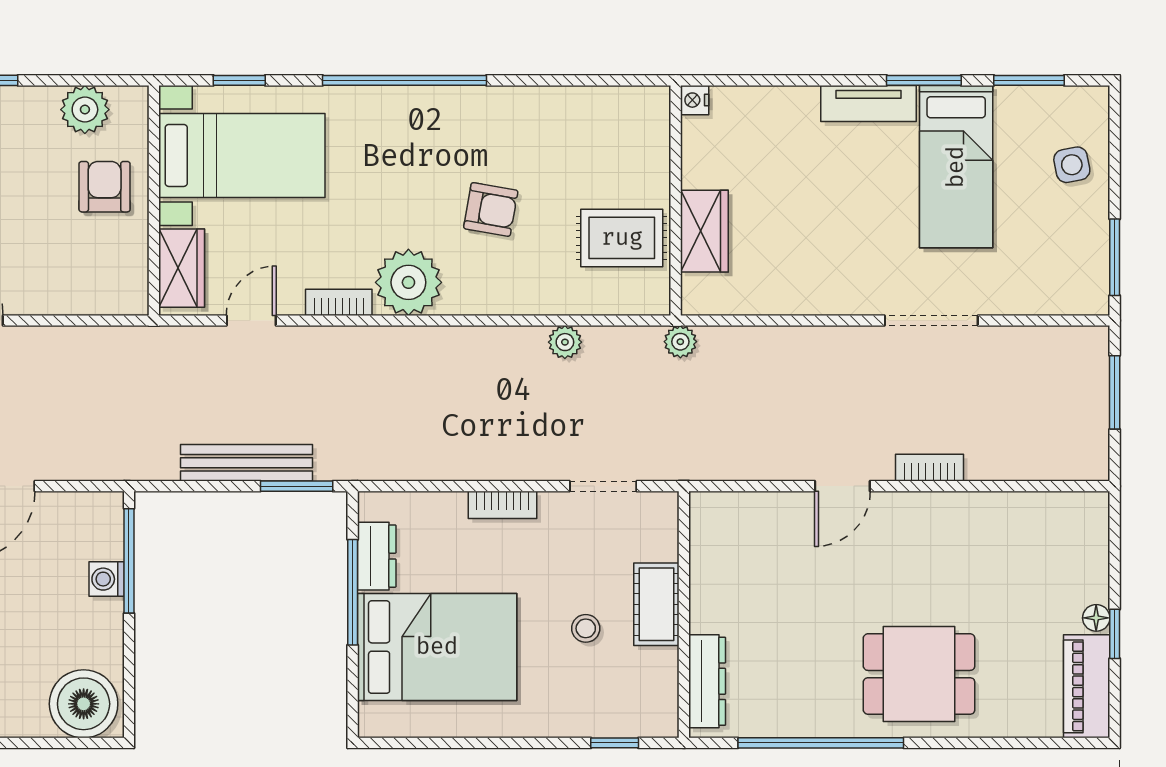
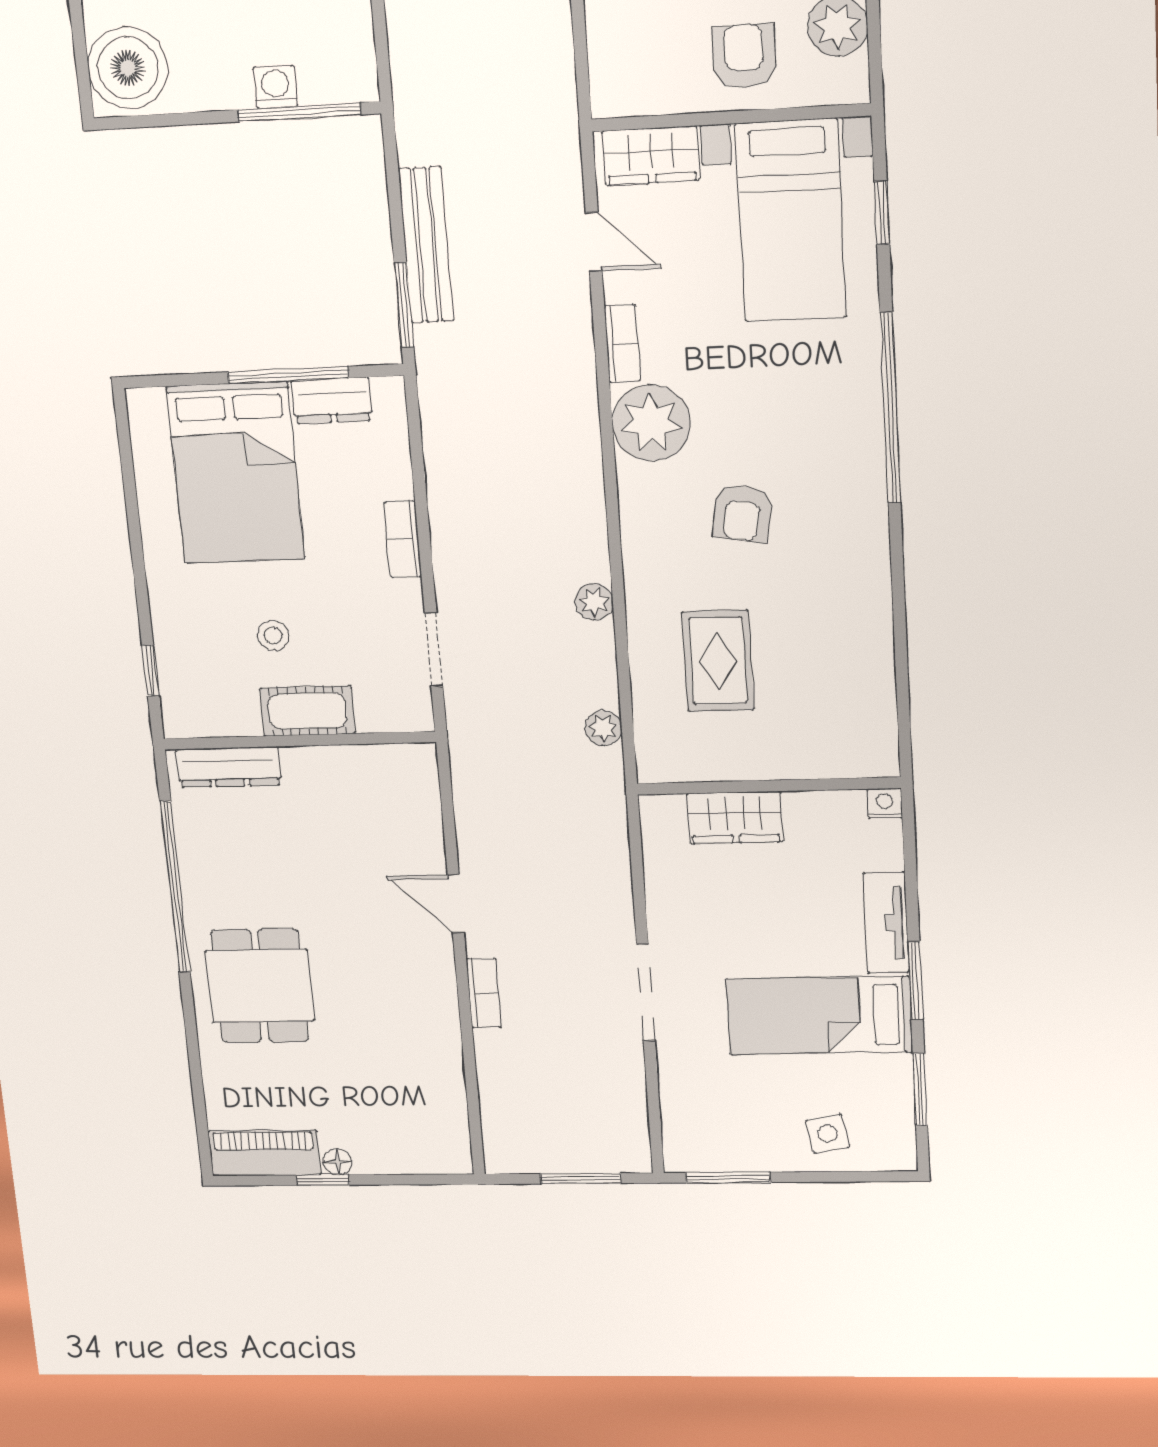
nightstand: (695, 100) -> (885, 803), moved
armchair: (105, 187) -> (744, 56), turned -90
wall: (676, 200) -> (768, 786), moved
wardrobe: (704, 231) -> (735, 818), moved

